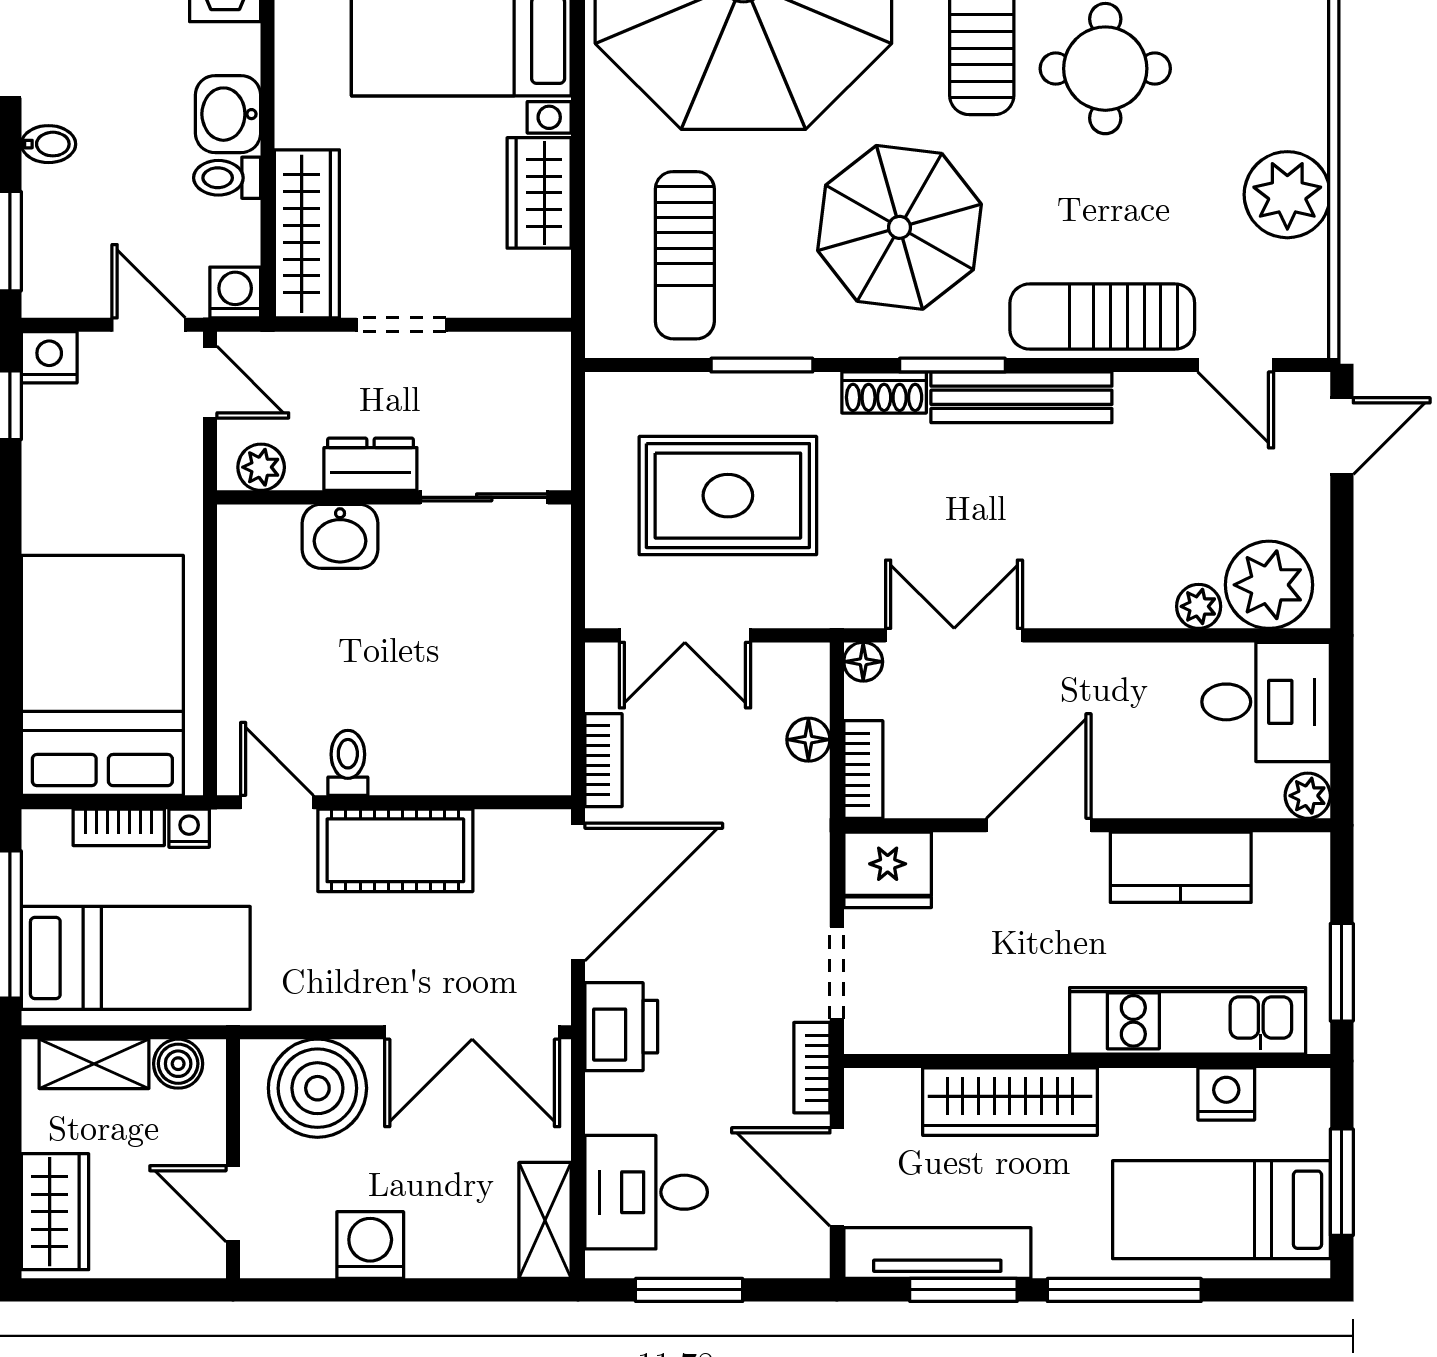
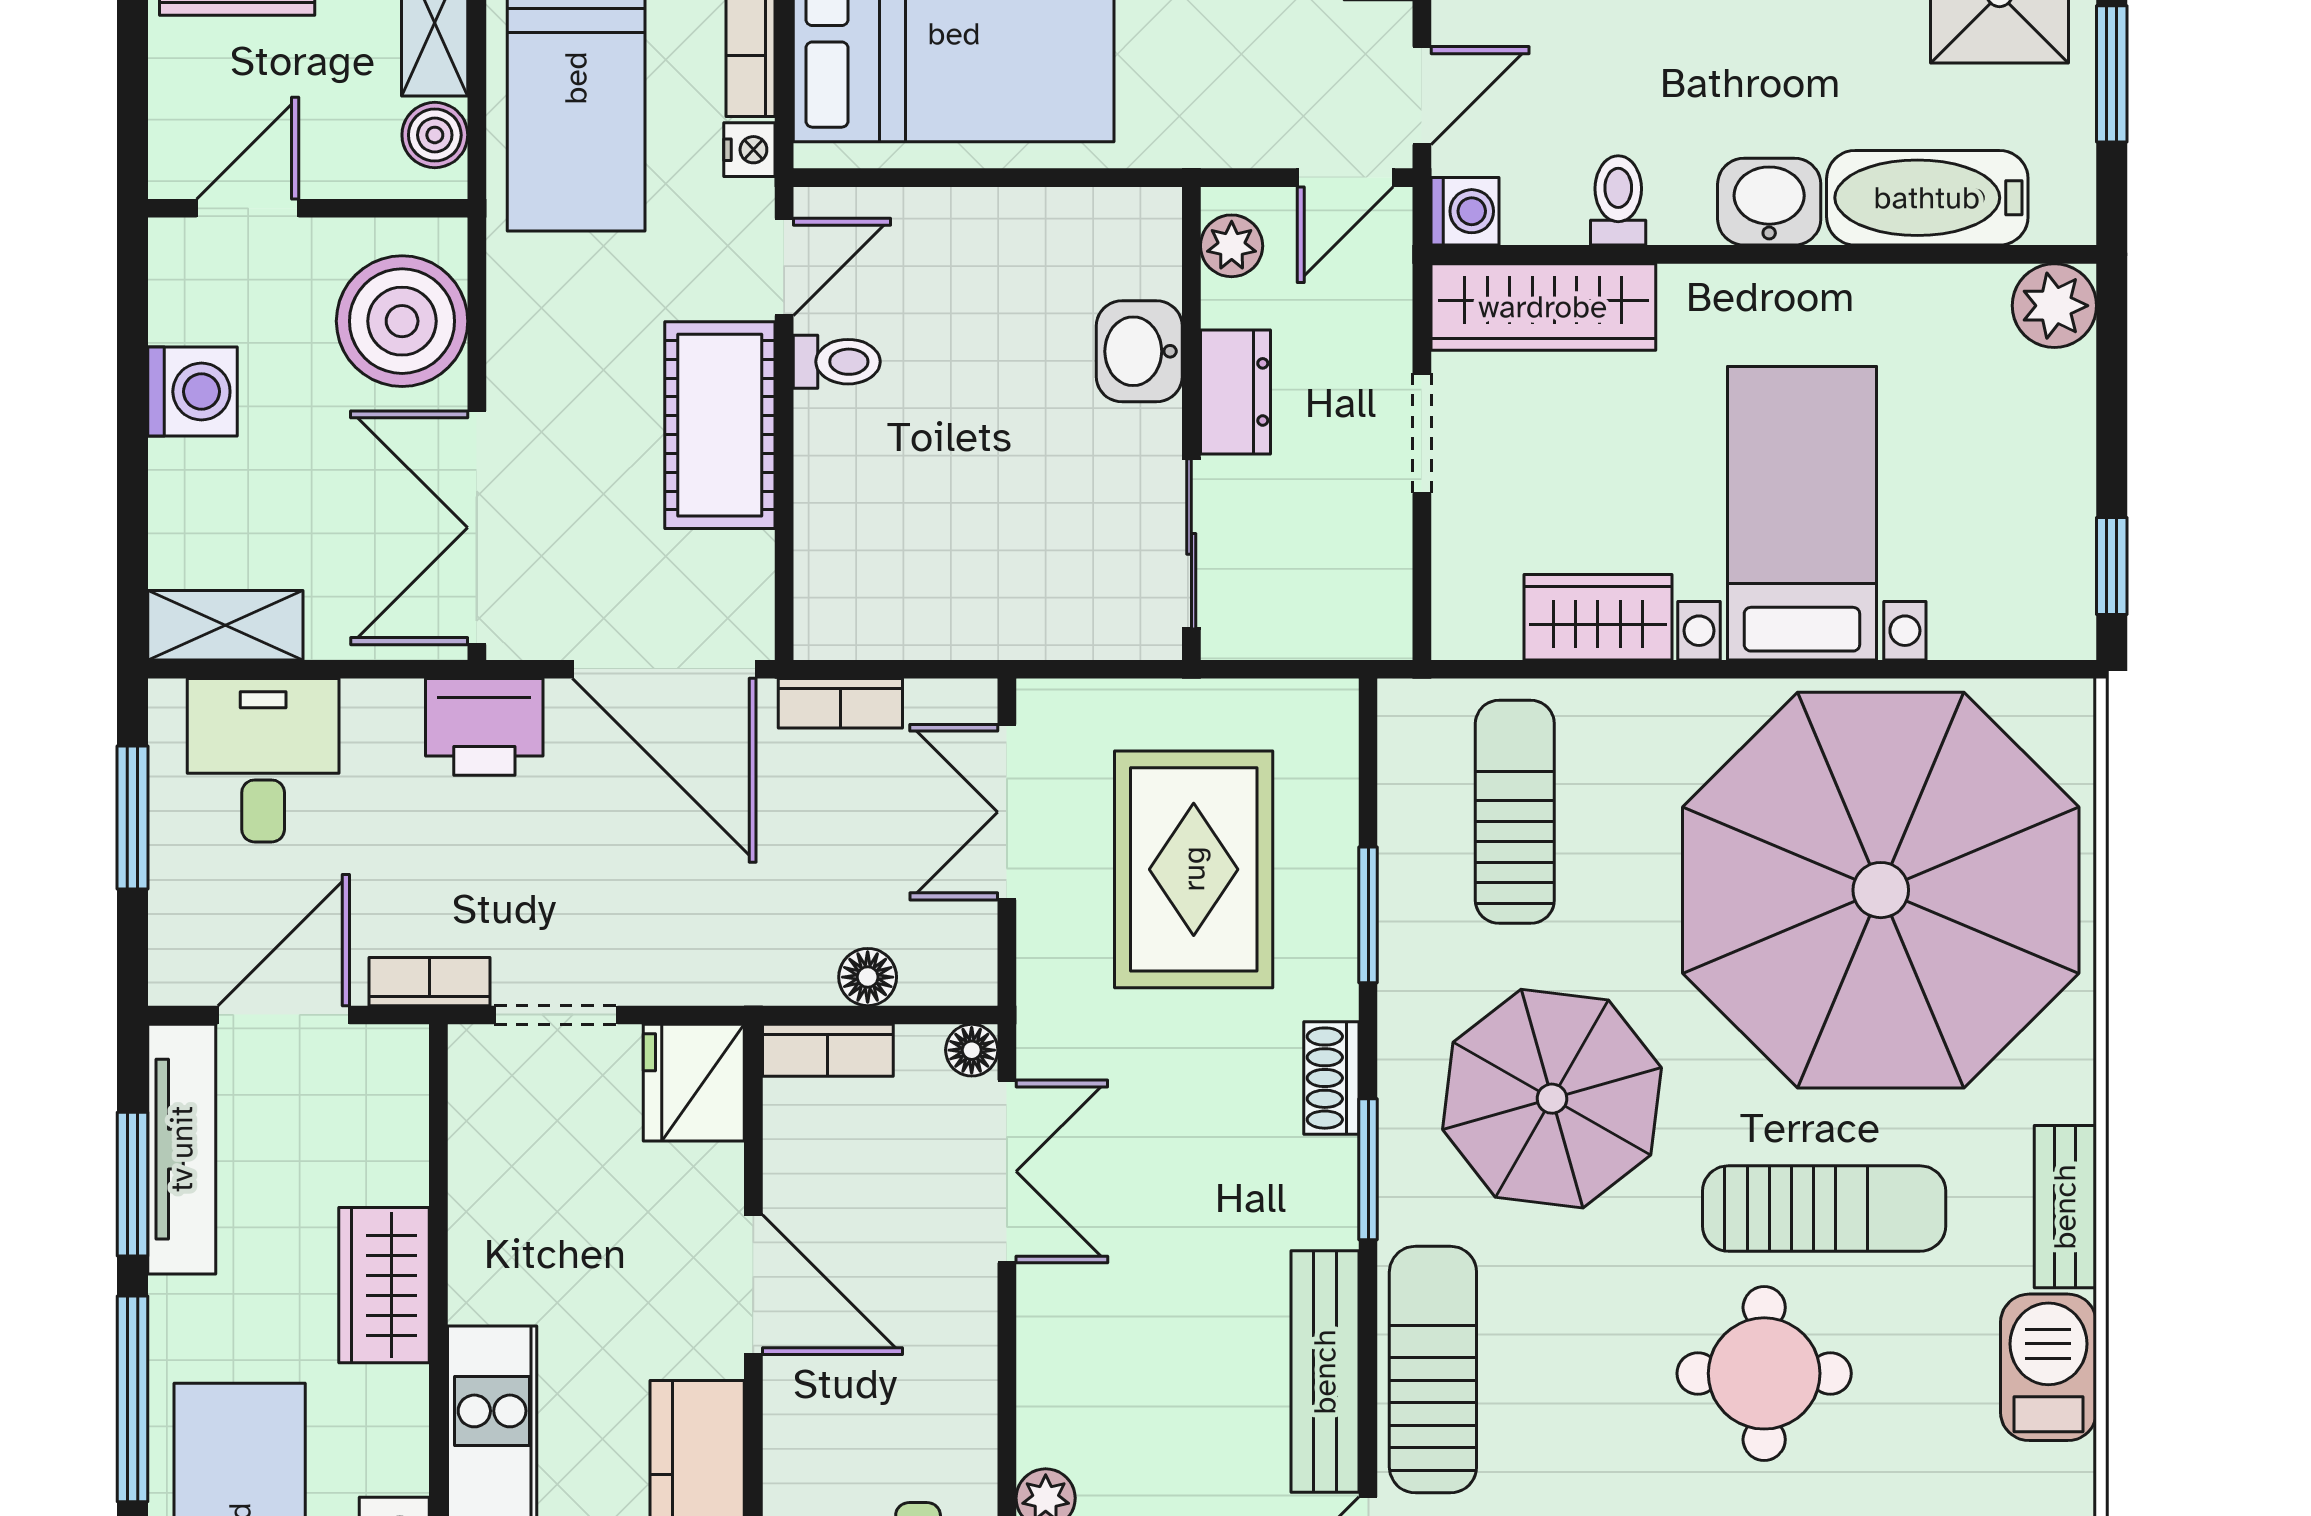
washbasin: (228, 114) -> (1769, 202), moved
sun lounger: (685, 255) -> (1515, 812), turned 90
bench: (1021, 397) -> (1325, 1372), moved
wardrobe: (1010, 1102) -> (384, 1285), width x0.67

